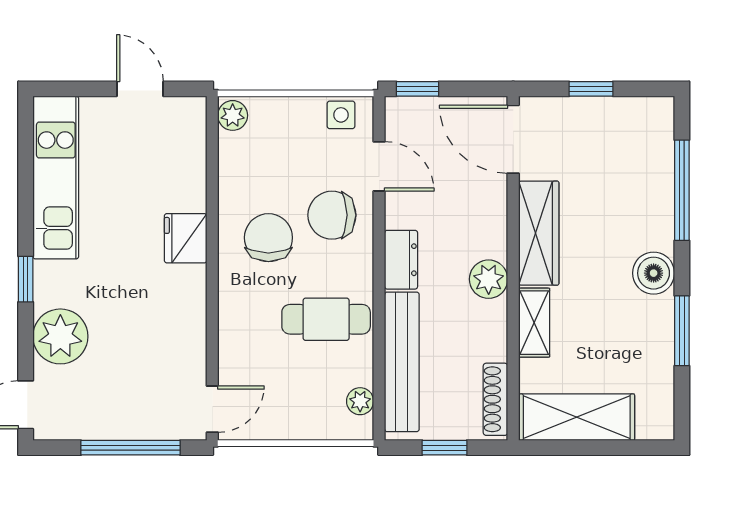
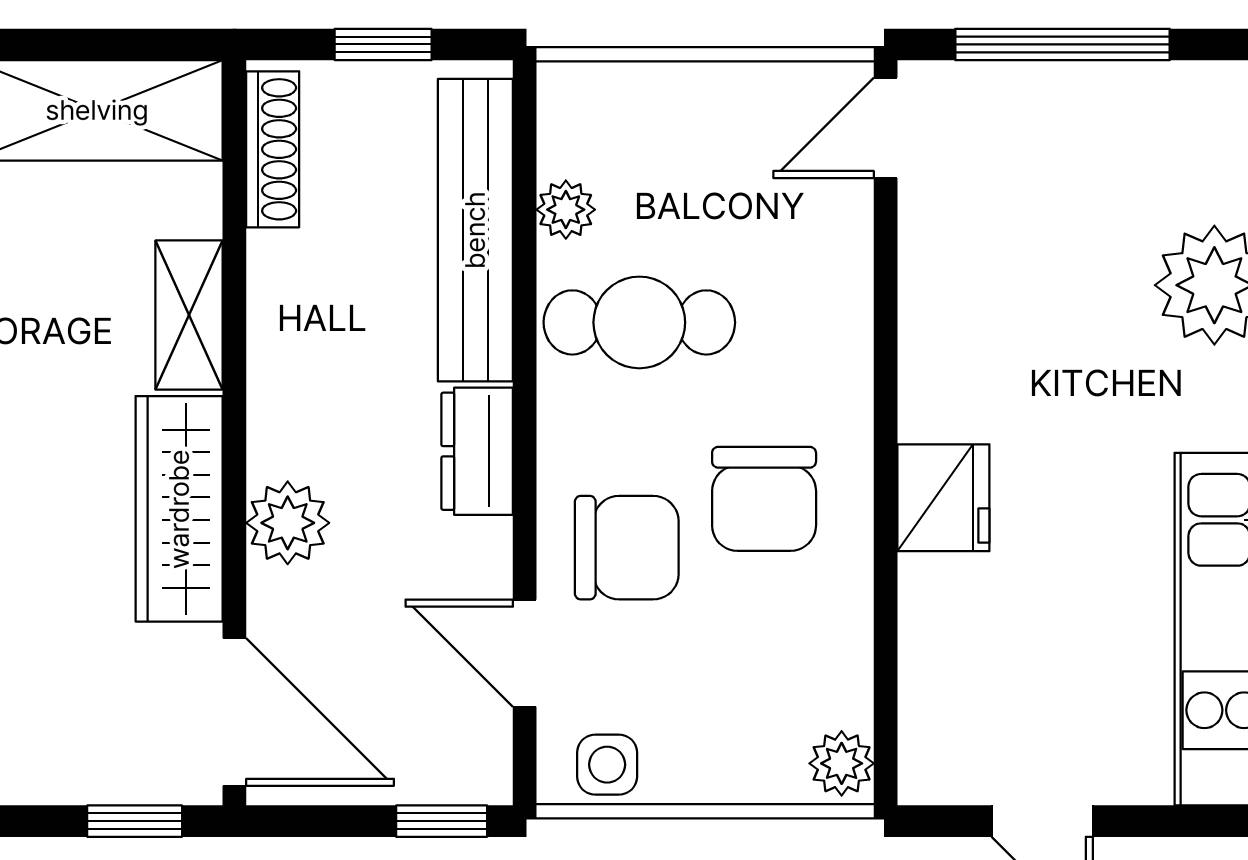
window: (591, 89) -> (135, 821), moved
plant: (489, 279) -> (288, 523), moved
plant: (360, 401) -> (566, 210), moved

